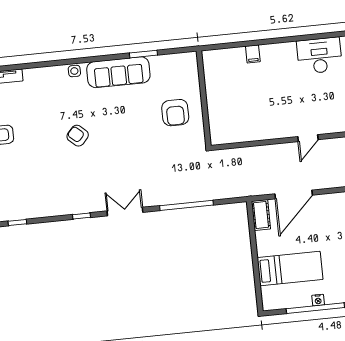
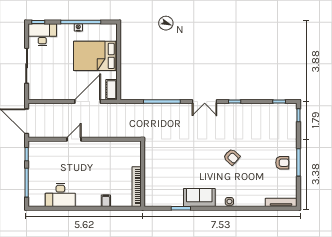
sofa: (118, 72) -> (199, 198), width x0.73
bookcase: (211, 79) -> (137, 187), added
armchair: (175, 113) -> (163, 166), removed
bed: (290, 269) -> (95, 56), width x1.50

